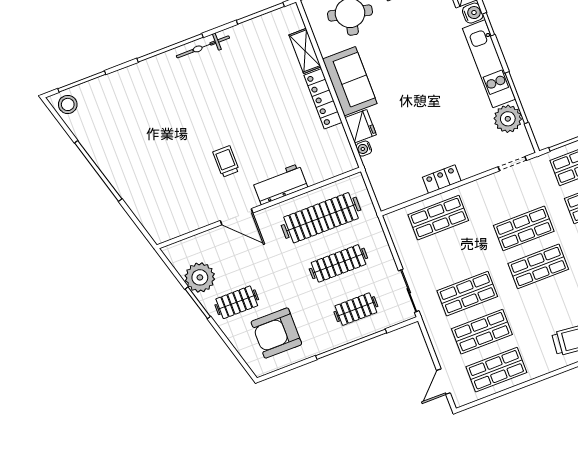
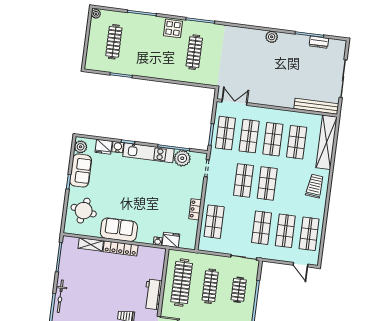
fridge: (361, 126) -> (171, 240), moved

